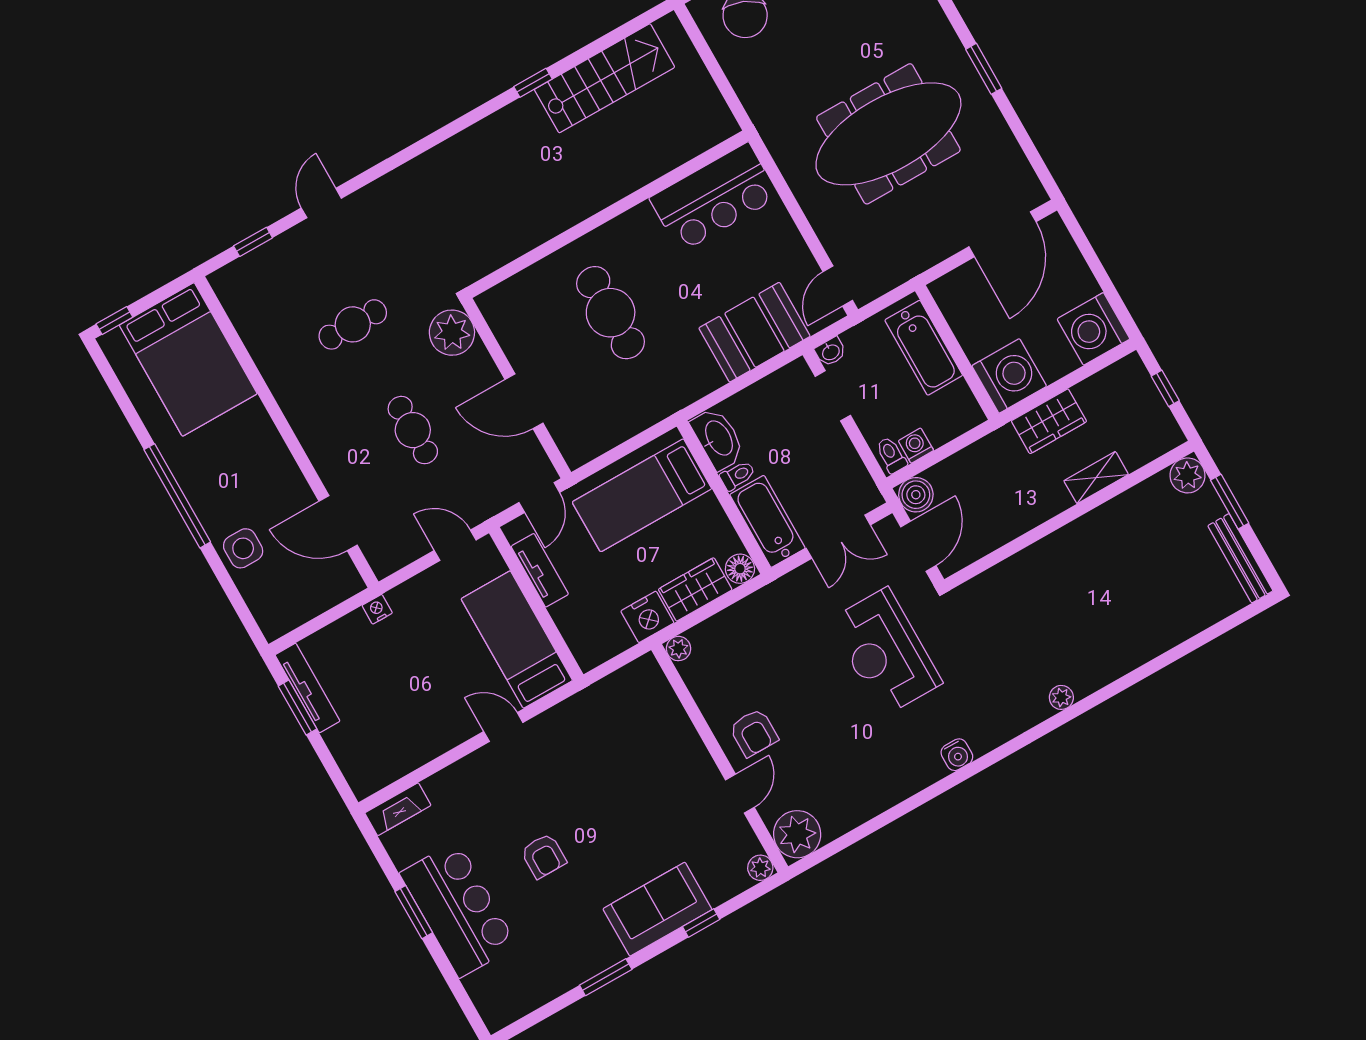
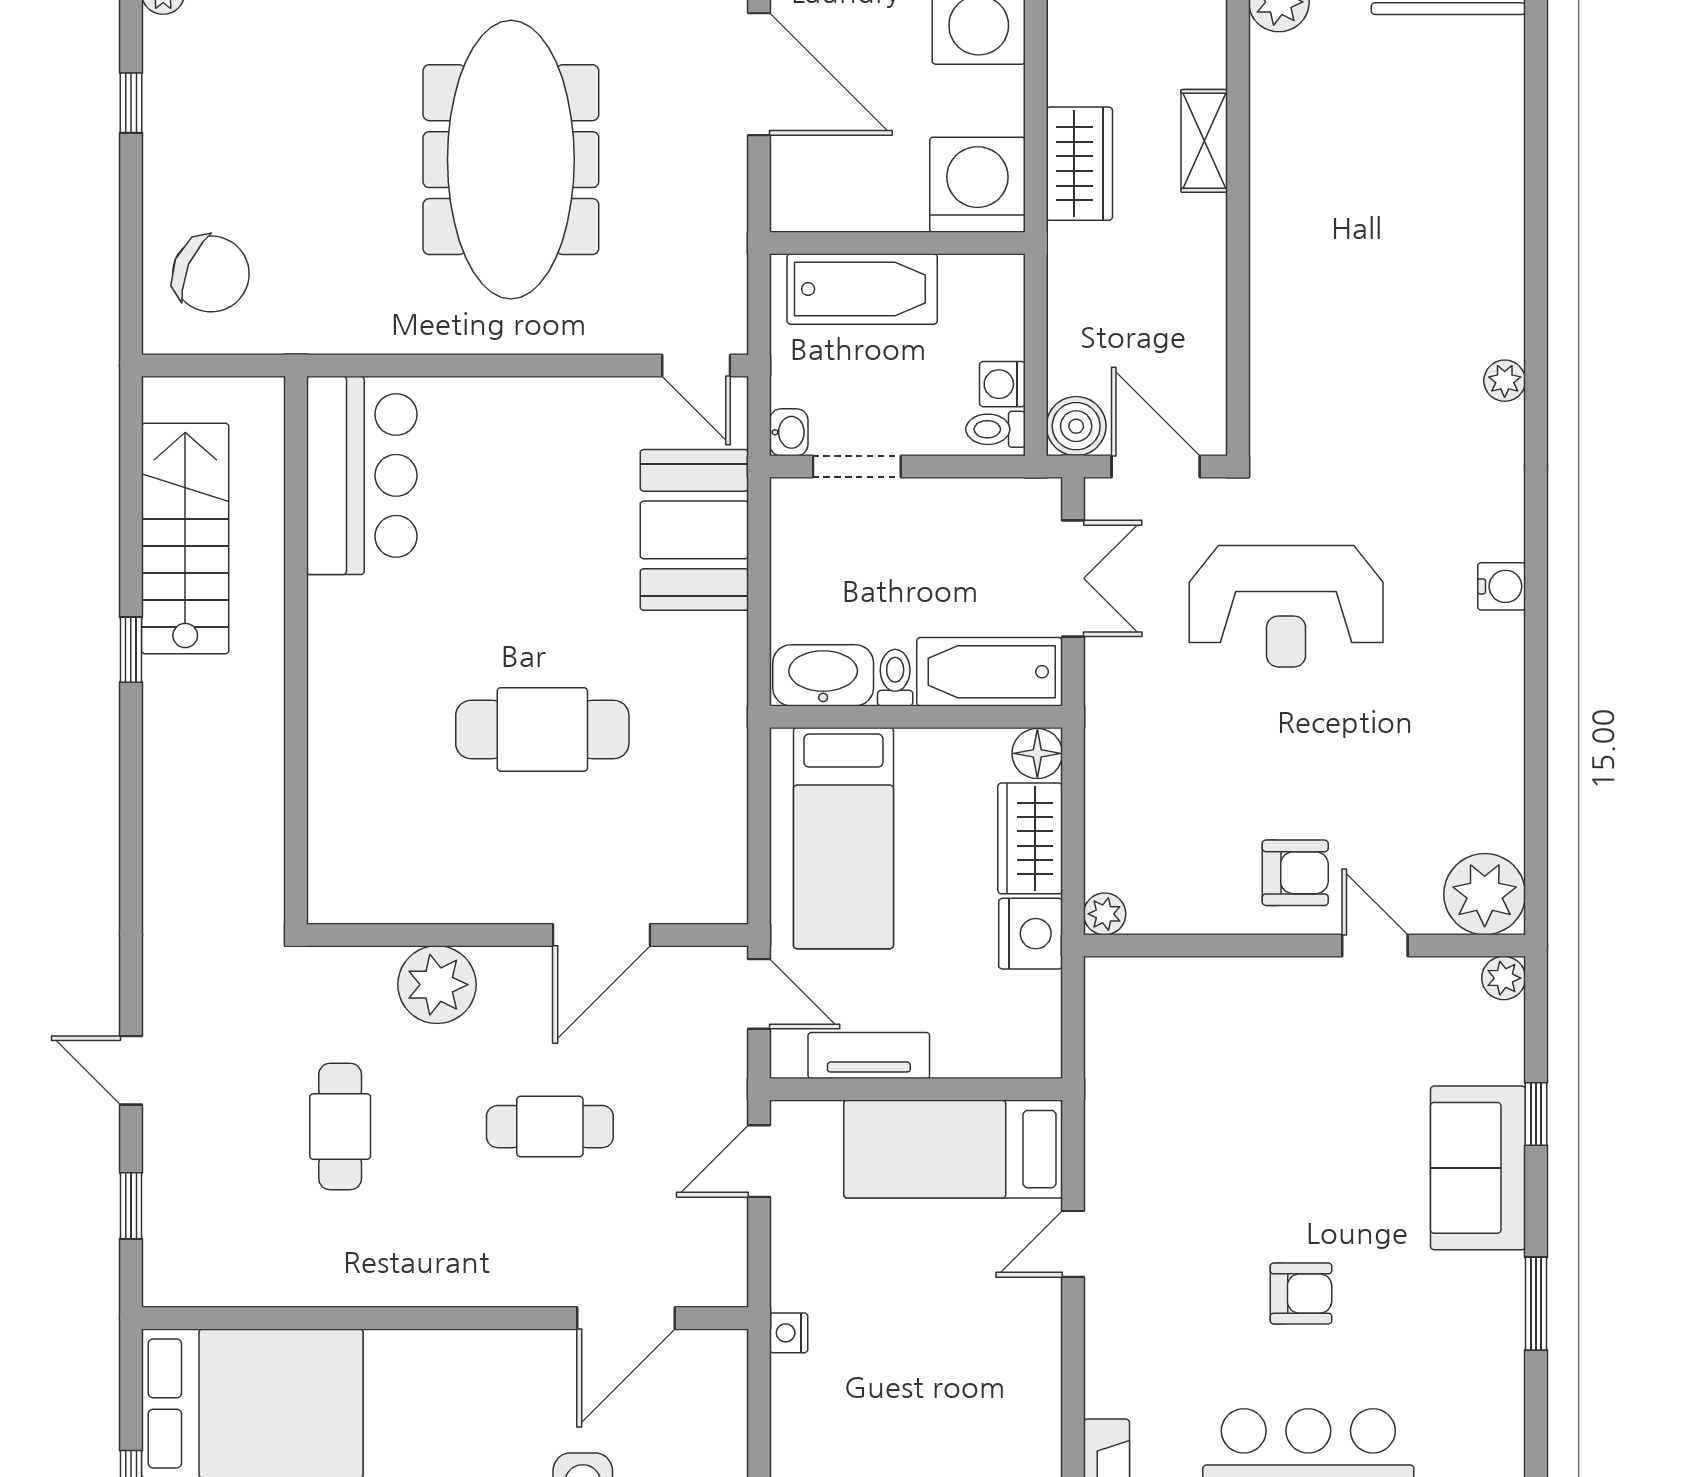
bar counter: (714, 197) -> (362, 475), moved
wall: (607, 214) -> (296, 650), moved

